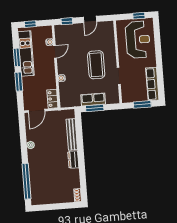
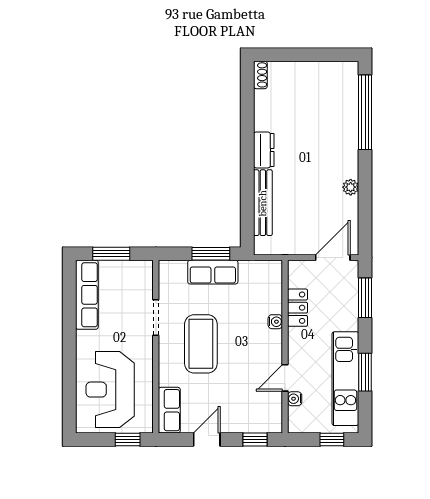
window: (139, 16) -> (128, 439), moved
row of seats: (109, 32) -> (169, 410), added
window: (19, 82) -> (365, 298), moved
locker: (52, 99) -> (298, 308), moved

